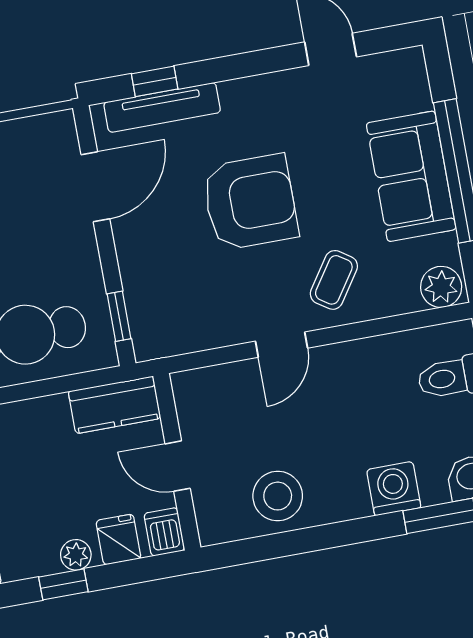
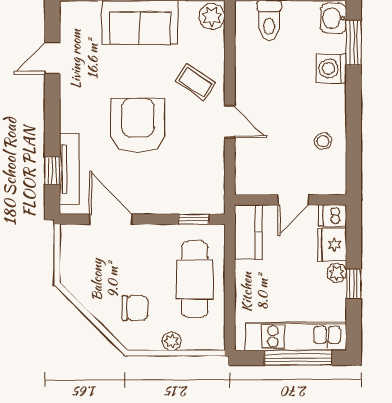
stool: (278, 496) -> (323, 141), width x0.53, depth x0.53
fridge: (118, 539) -> (332, 245), width x1.38

